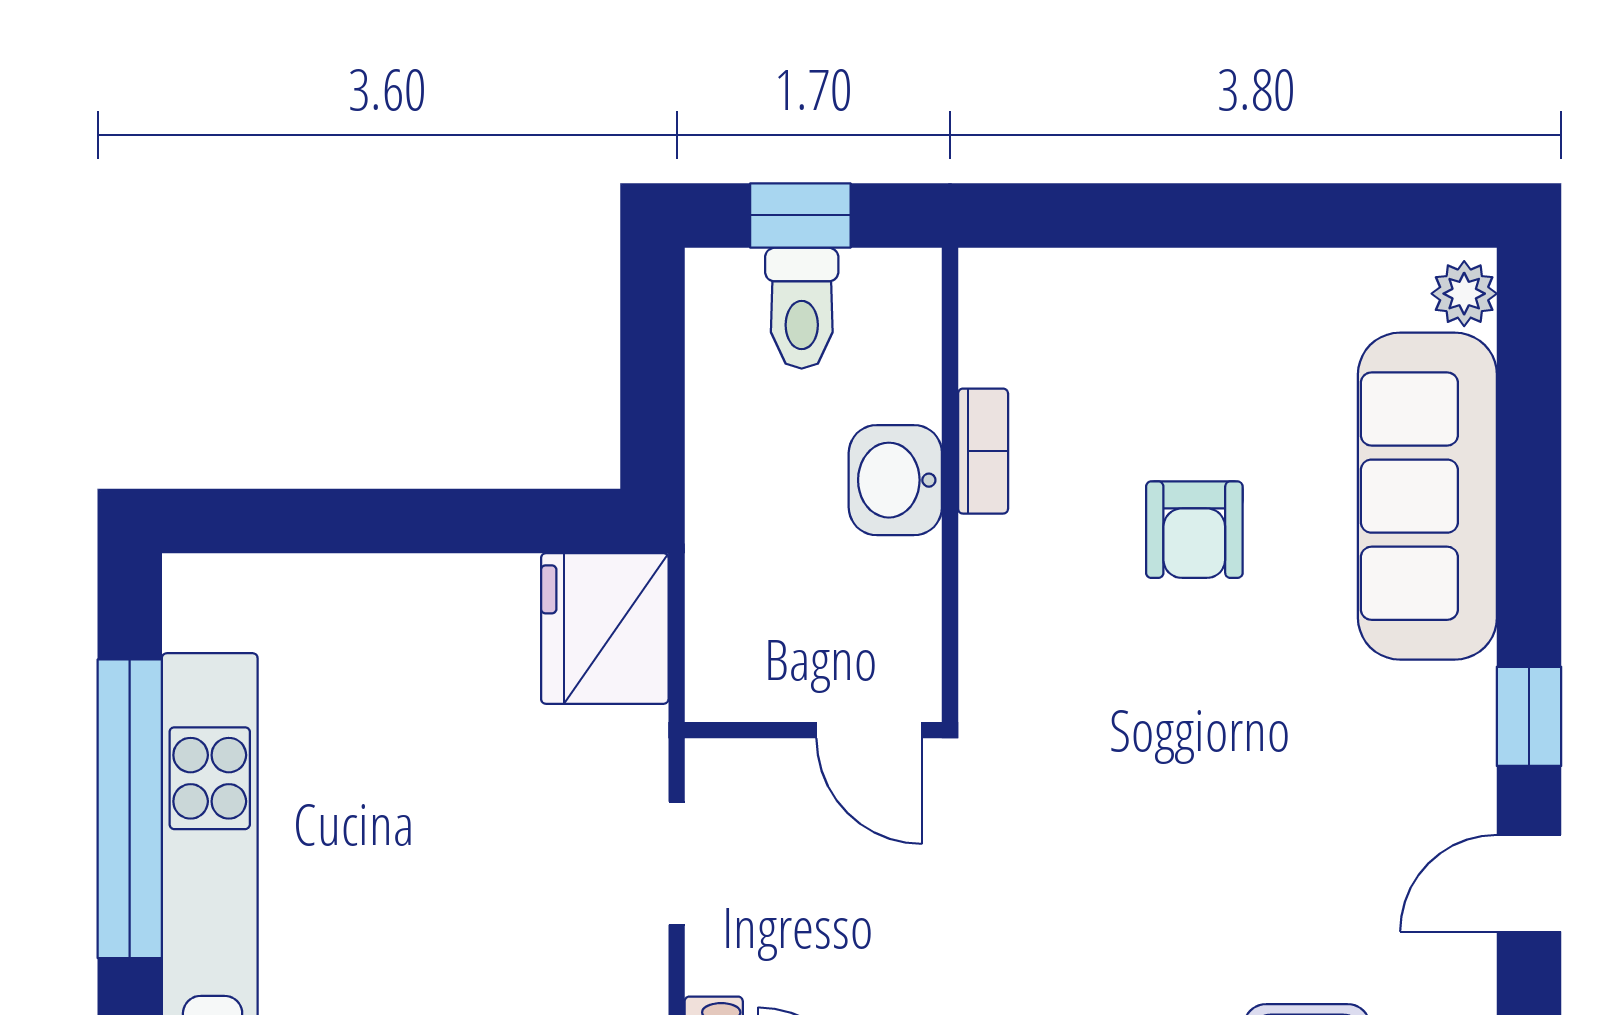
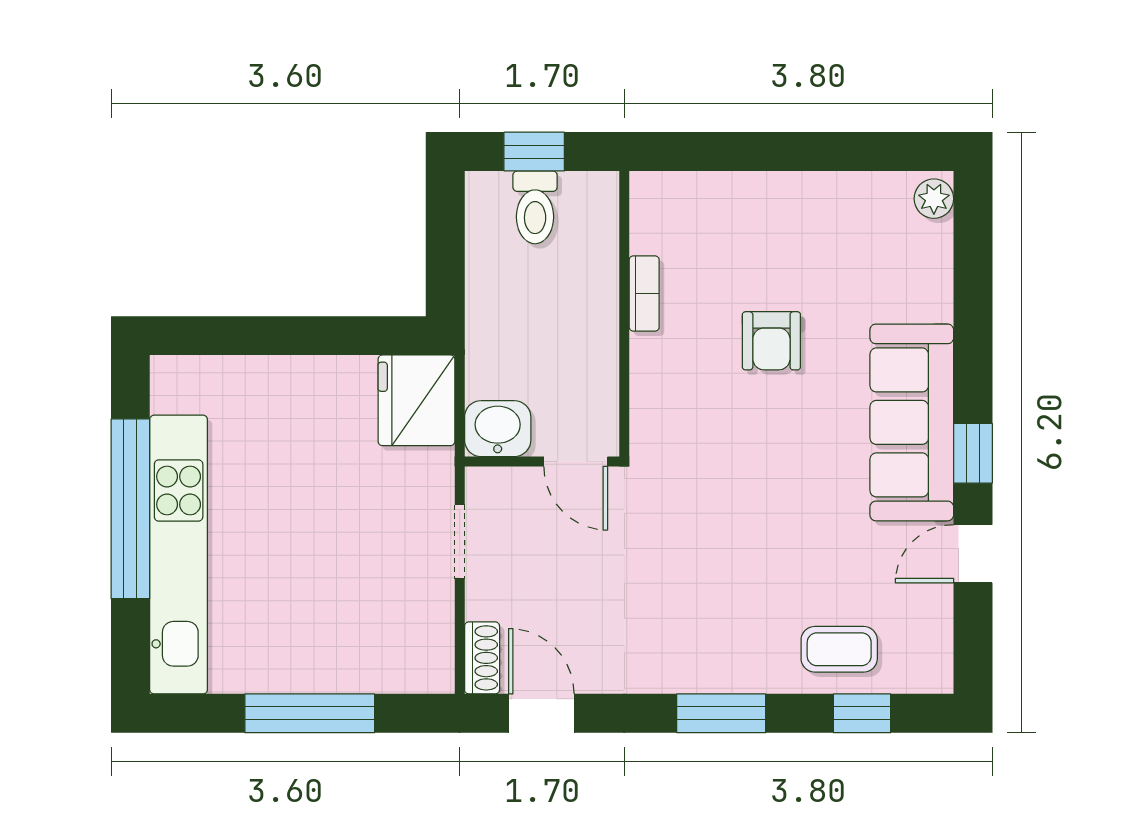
washbasin: (895, 480) -> (498, 429), moved, turned 90
sofa: (1427, 496) -> (912, 422), moved

